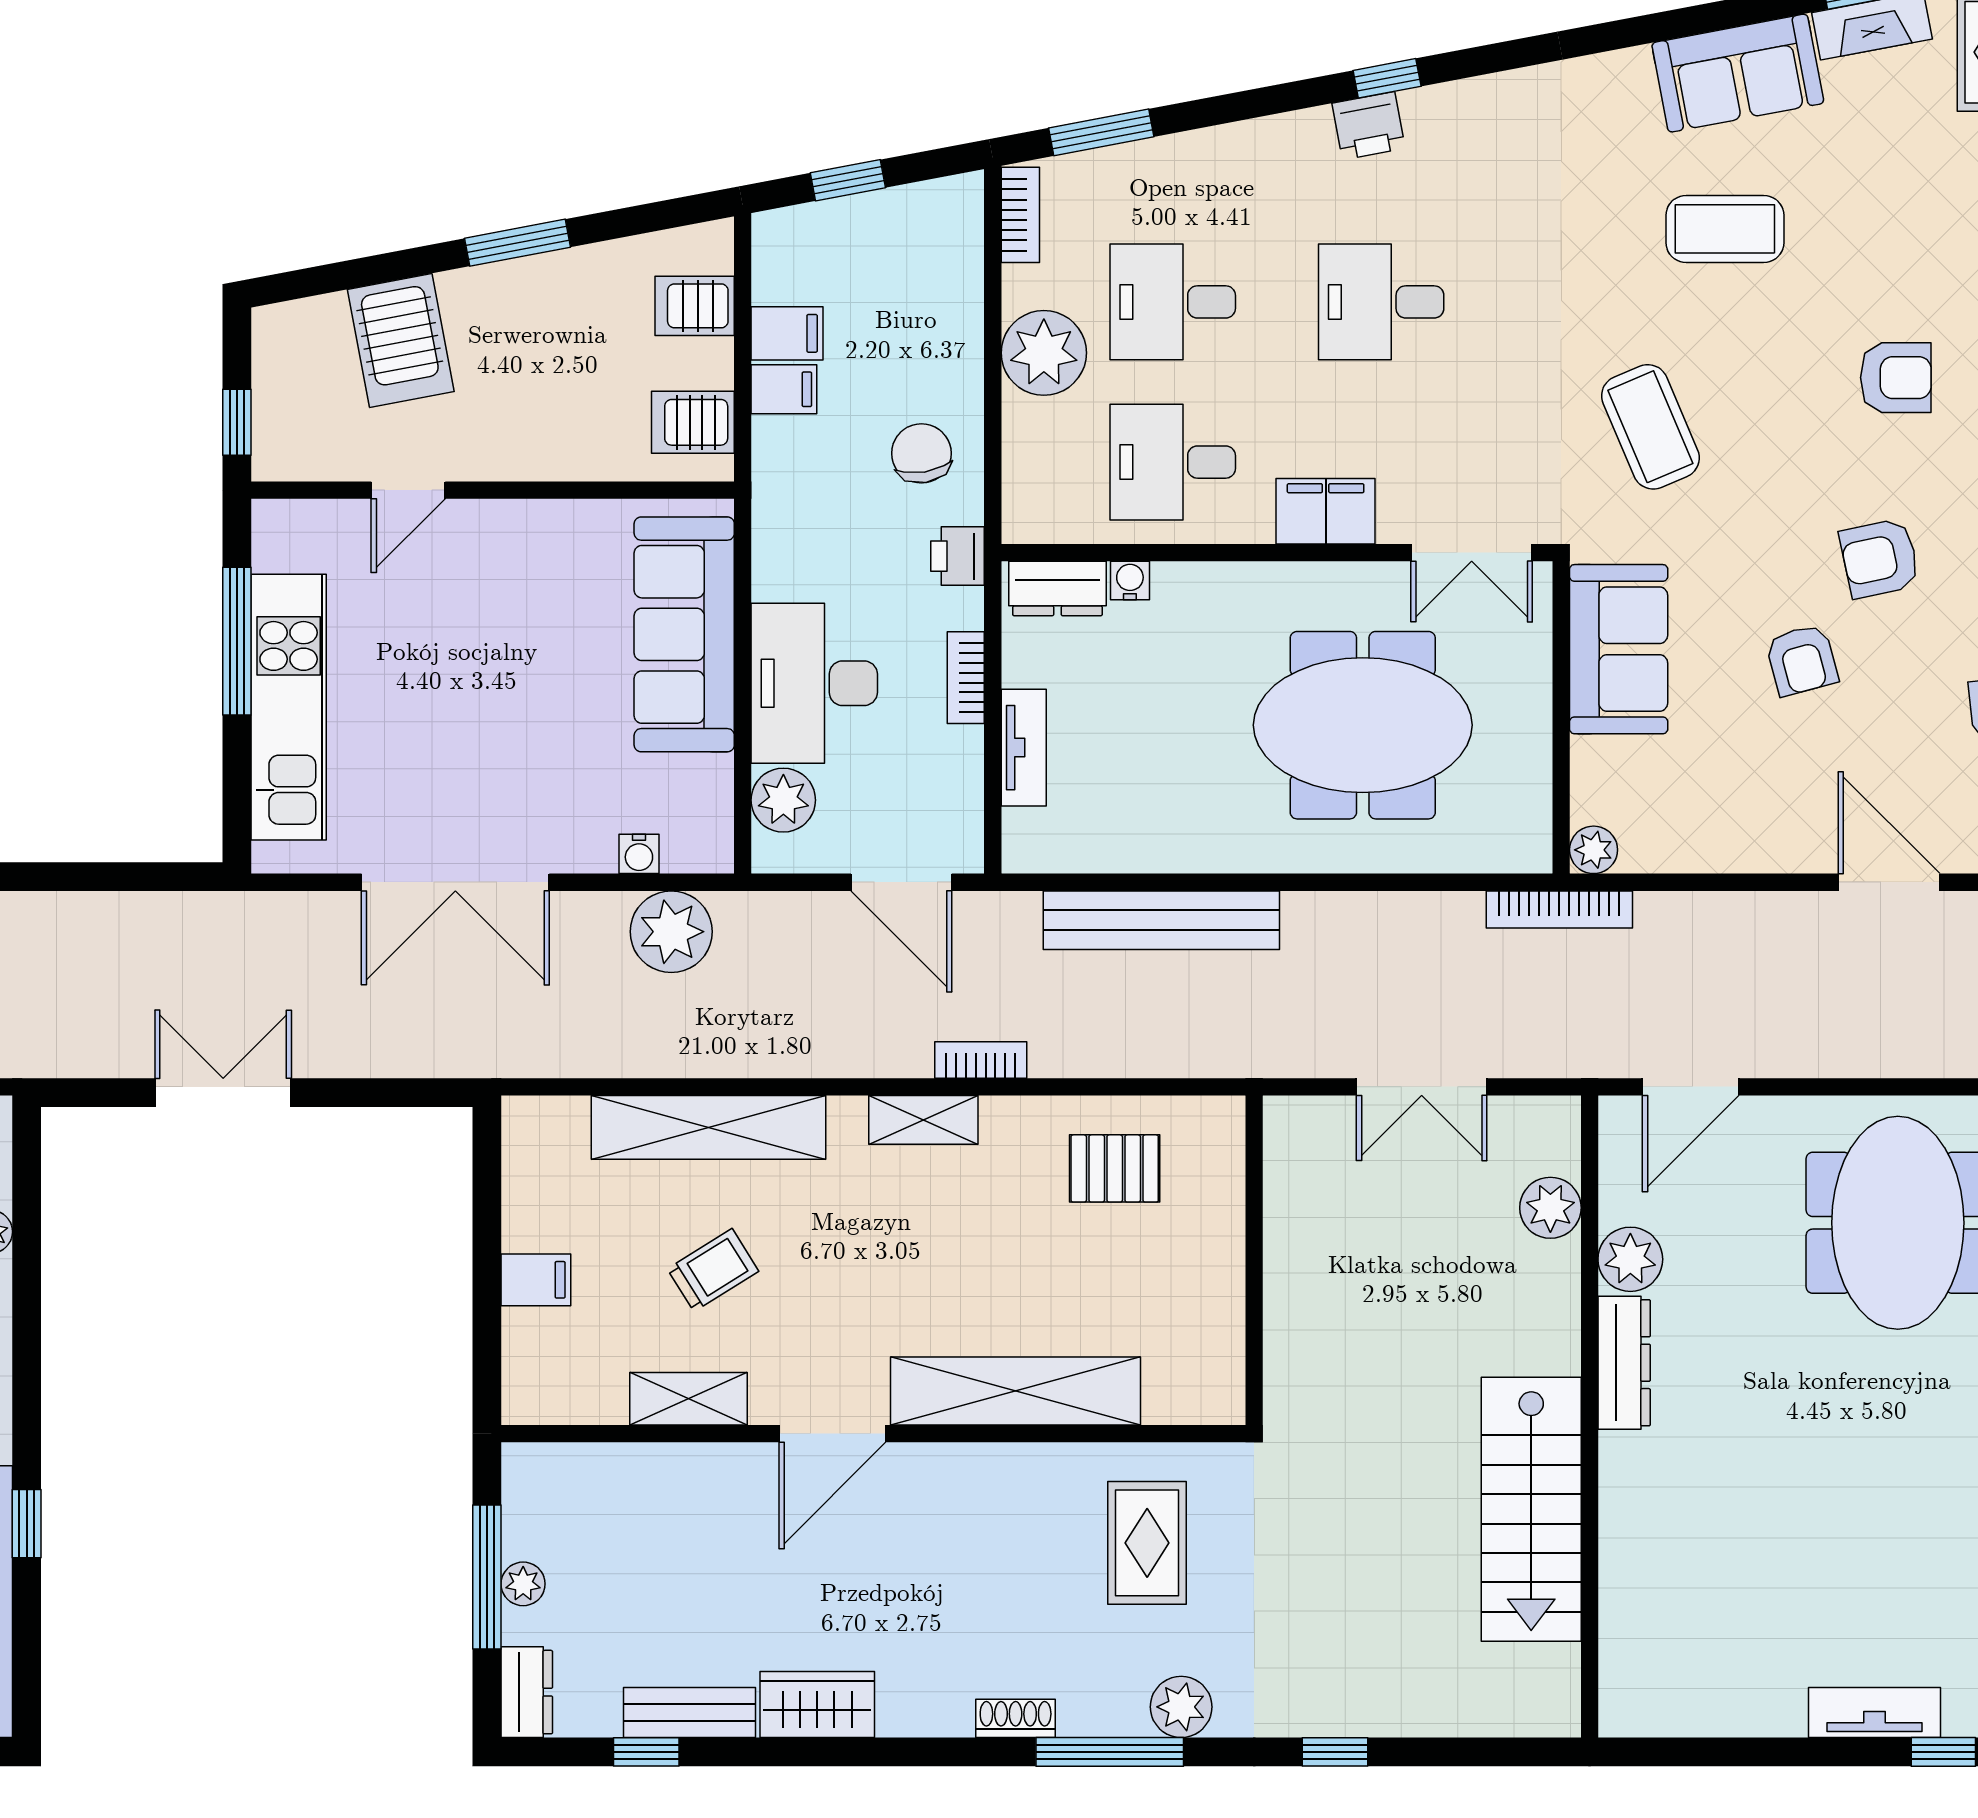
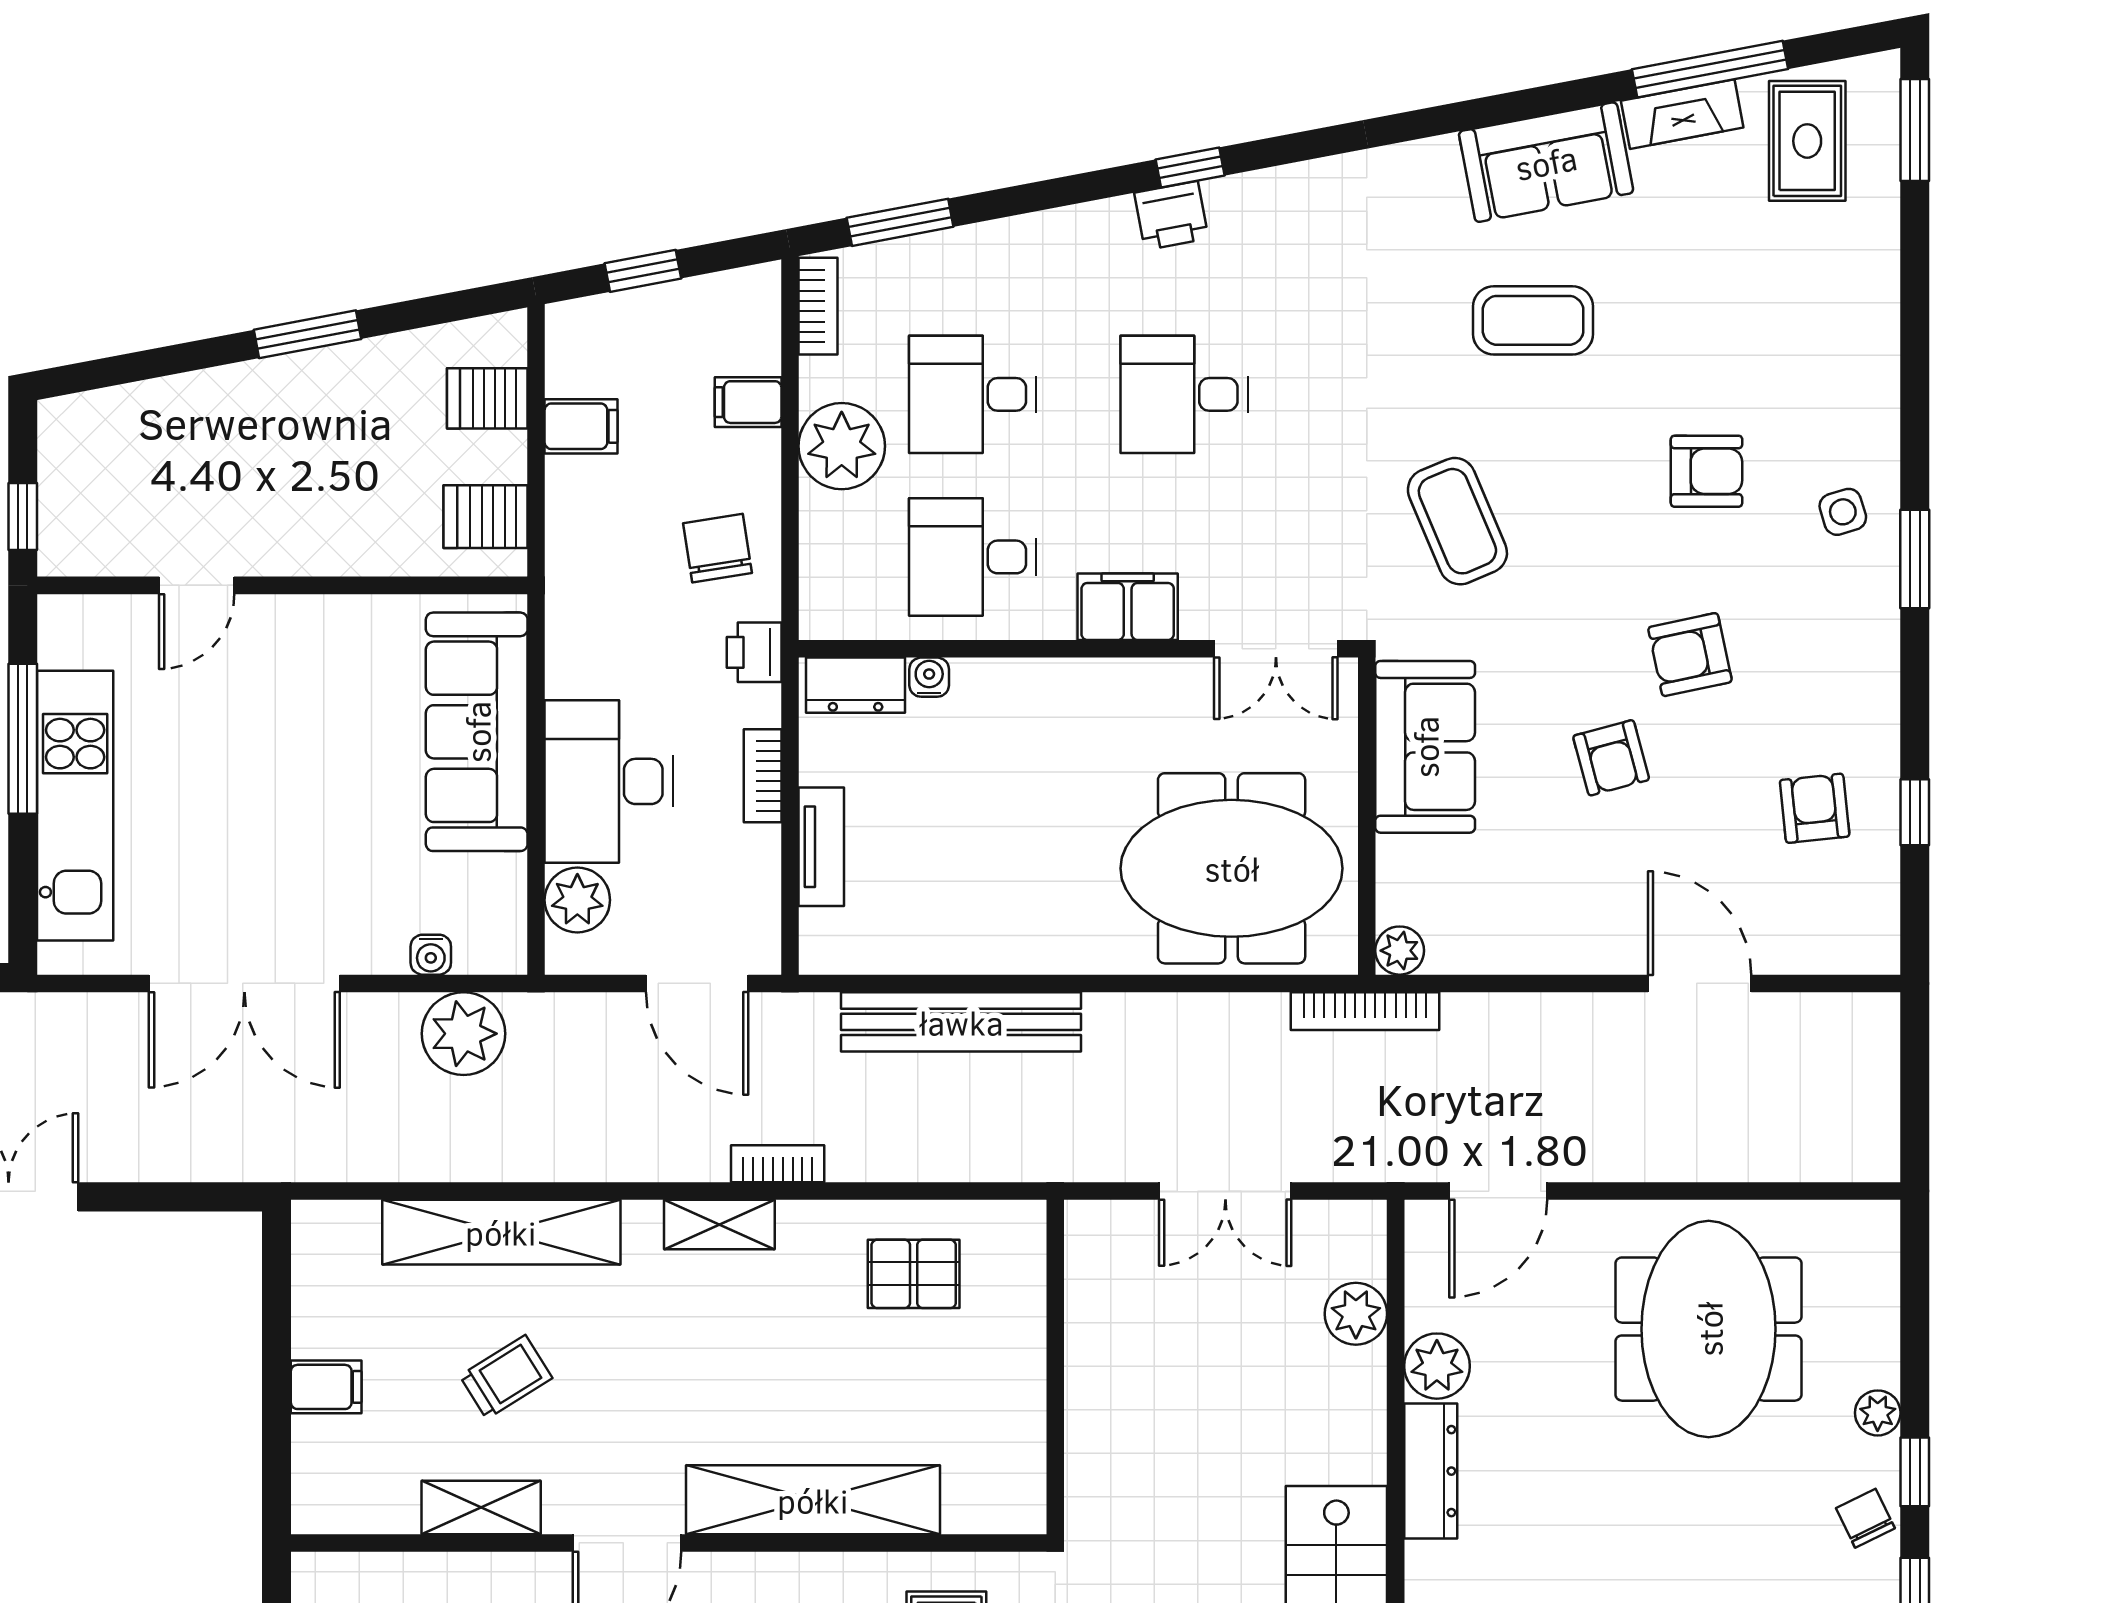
server rack: (401, 340) -> (189, 434), removed
filing cabinet: (784, 389) -> (748, 402), moved, turned 180
meeting table: (1363, 725) -> (1232, 868), moved

